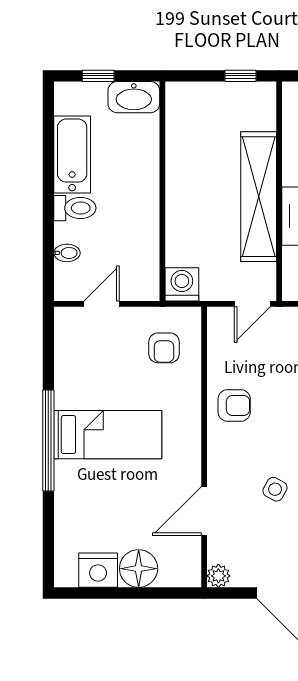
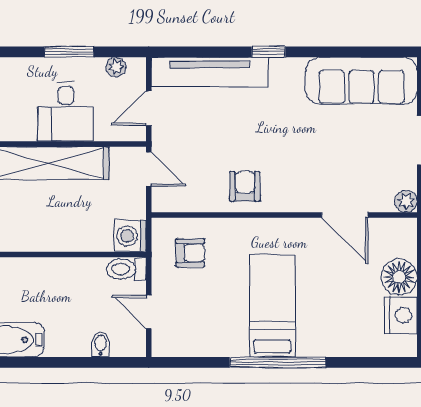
toilet: (75, 208) -> (126, 269), moved, turned -90
side table: (275, 489) -> (324, 148), removed

